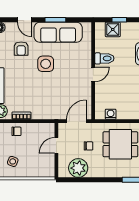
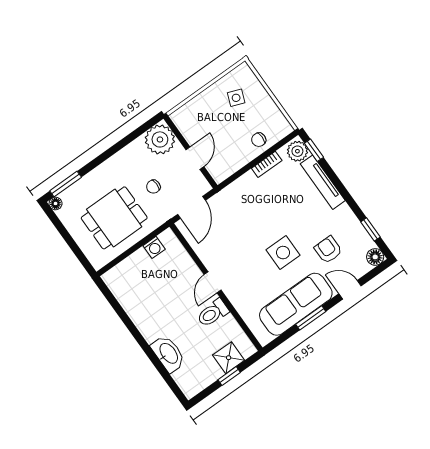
plant: (78, 168) -> (160, 139), moved

